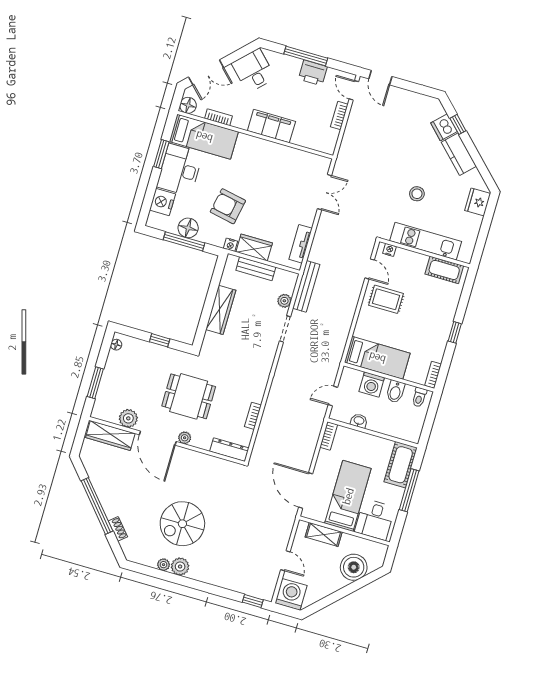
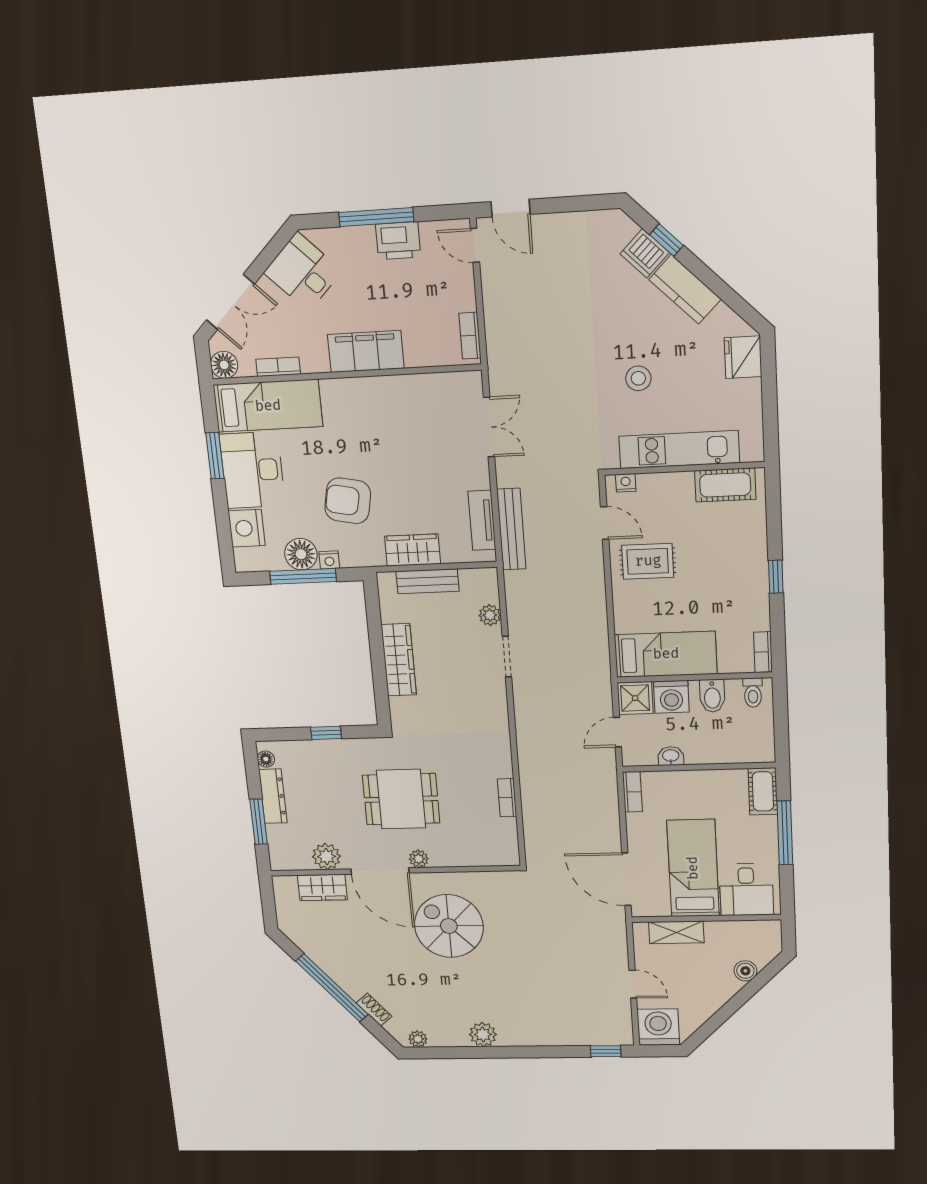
bookcase: (339, 115) -> (470, 336), moved
nightstand: (230, 245) -> (329, 560), moved
bench: (306, 286) -> (511, 529), moved
shower: (351, 378) -> (635, 698), added
wardrobe: (110, 435) -> (322, 887), width x0.67
dresser: (229, 450) -> (273, 796), moved, turned 90
cot: (401, 465) -> (763, 791), width x0.73, depth x0.75
spiral stairs: (182, 524) -> (449, 926), moved, turned 90
plant: (164, 565) -> (418, 1039), moved
boiler: (354, 567) -> (745, 971), width x0.54, depth x0.54

